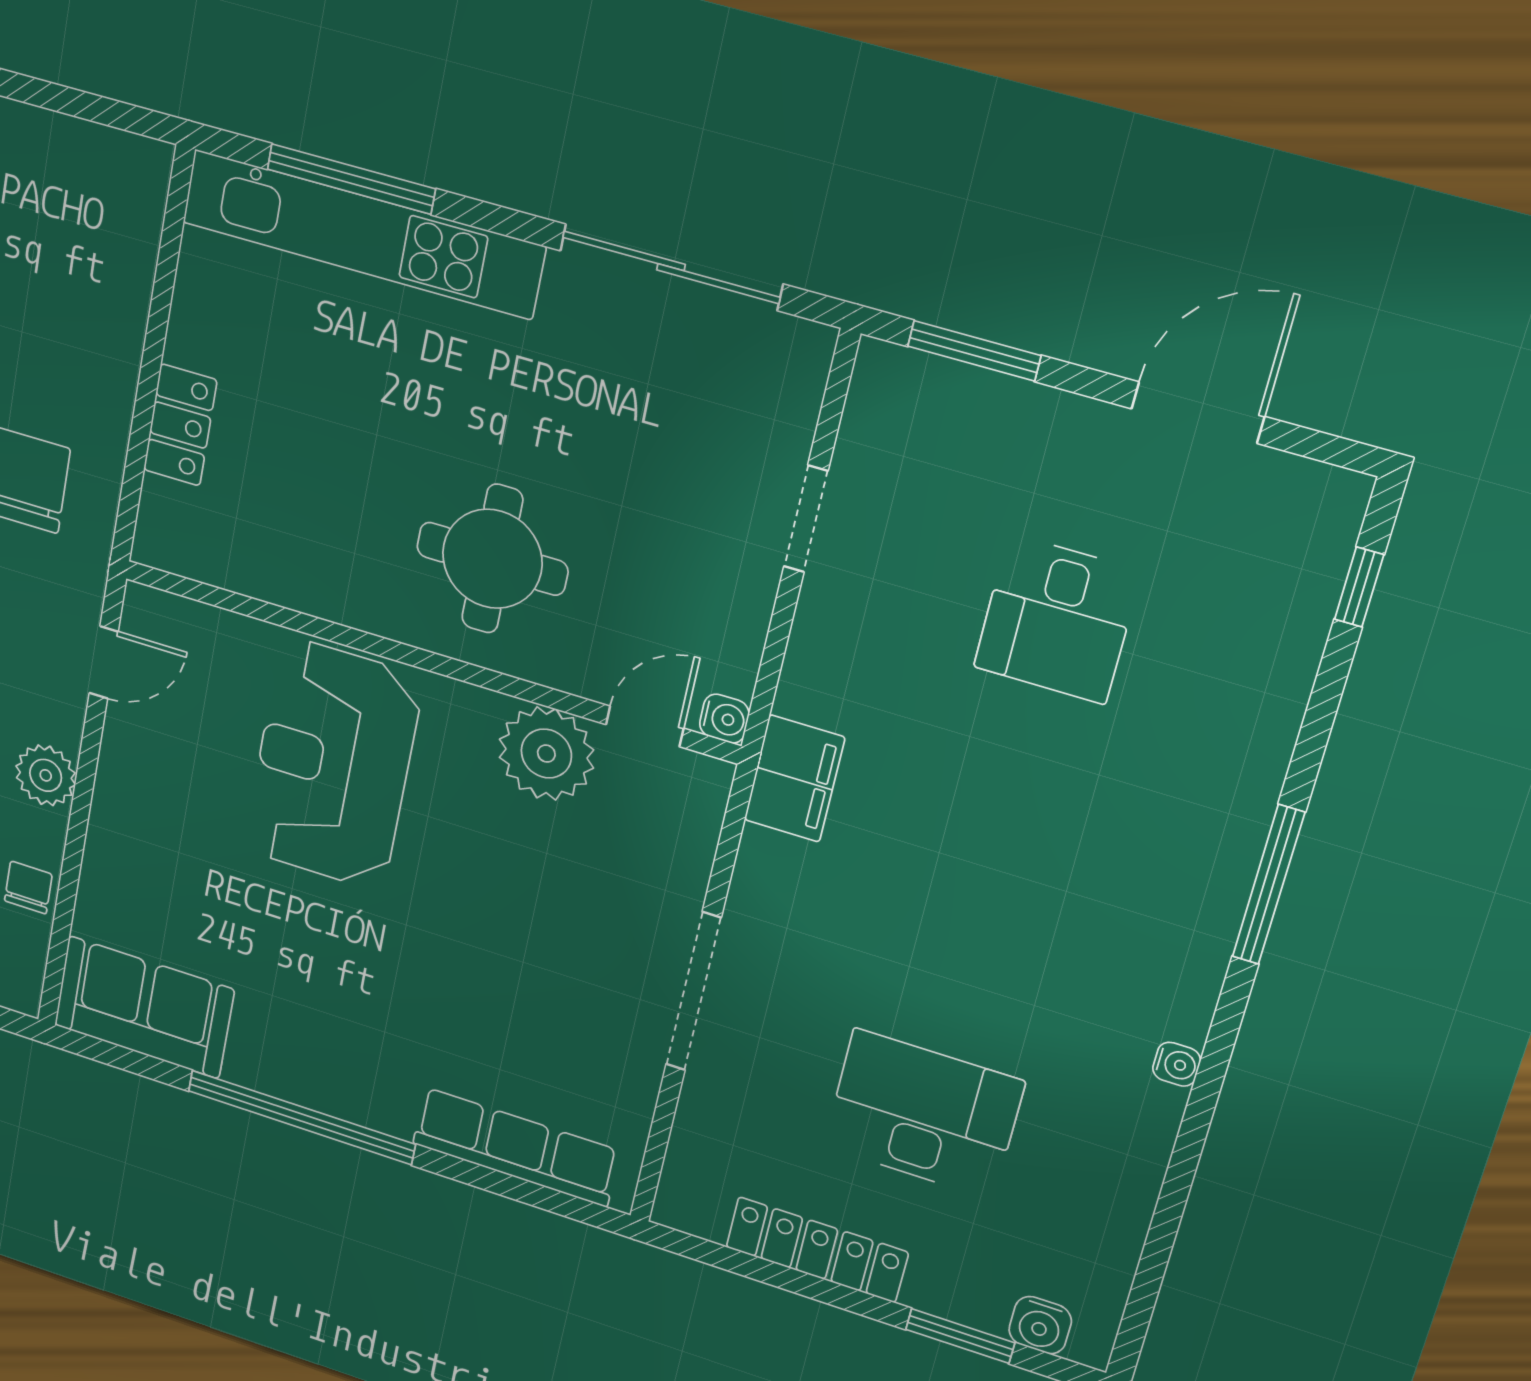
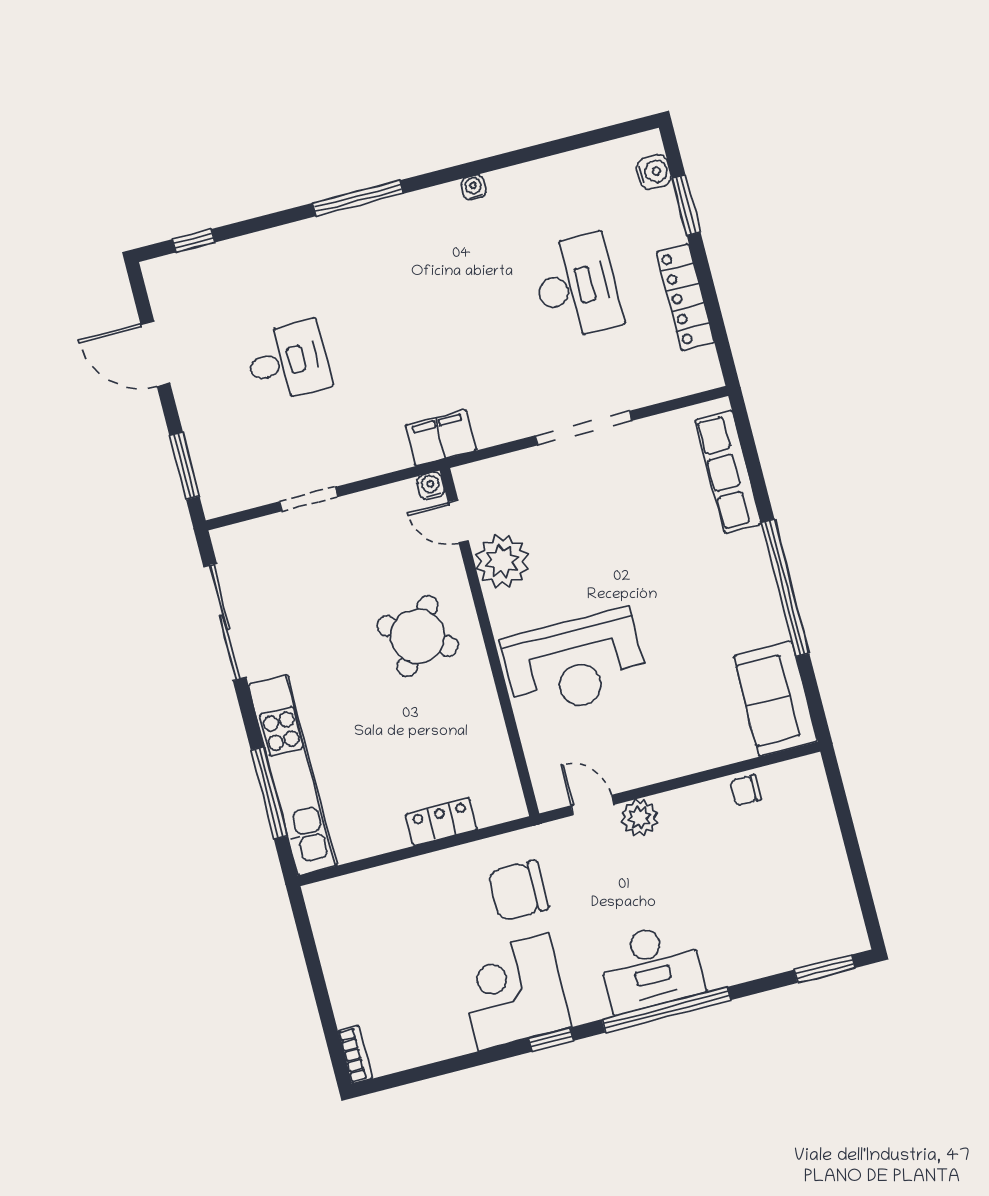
round table: (492, 559) -> (418, 636), turned 33
plant: (46, 775) -> (639, 818), moved
desk: (923, 1114) -> (577, 287), turned 180

